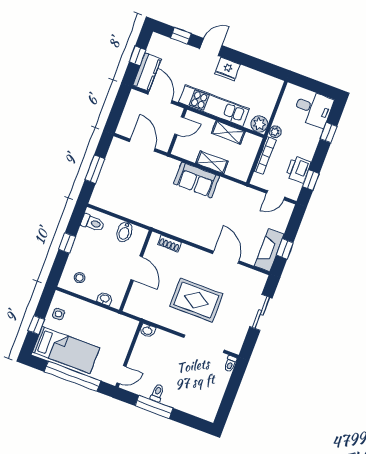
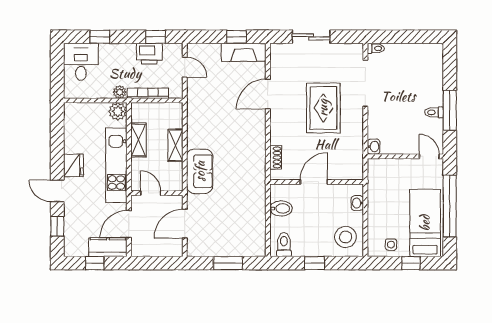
sofa: (197, 180) -> (200, 171), moved
stool: (80, 278) -> (346, 237), width x1.89, depth x1.89

